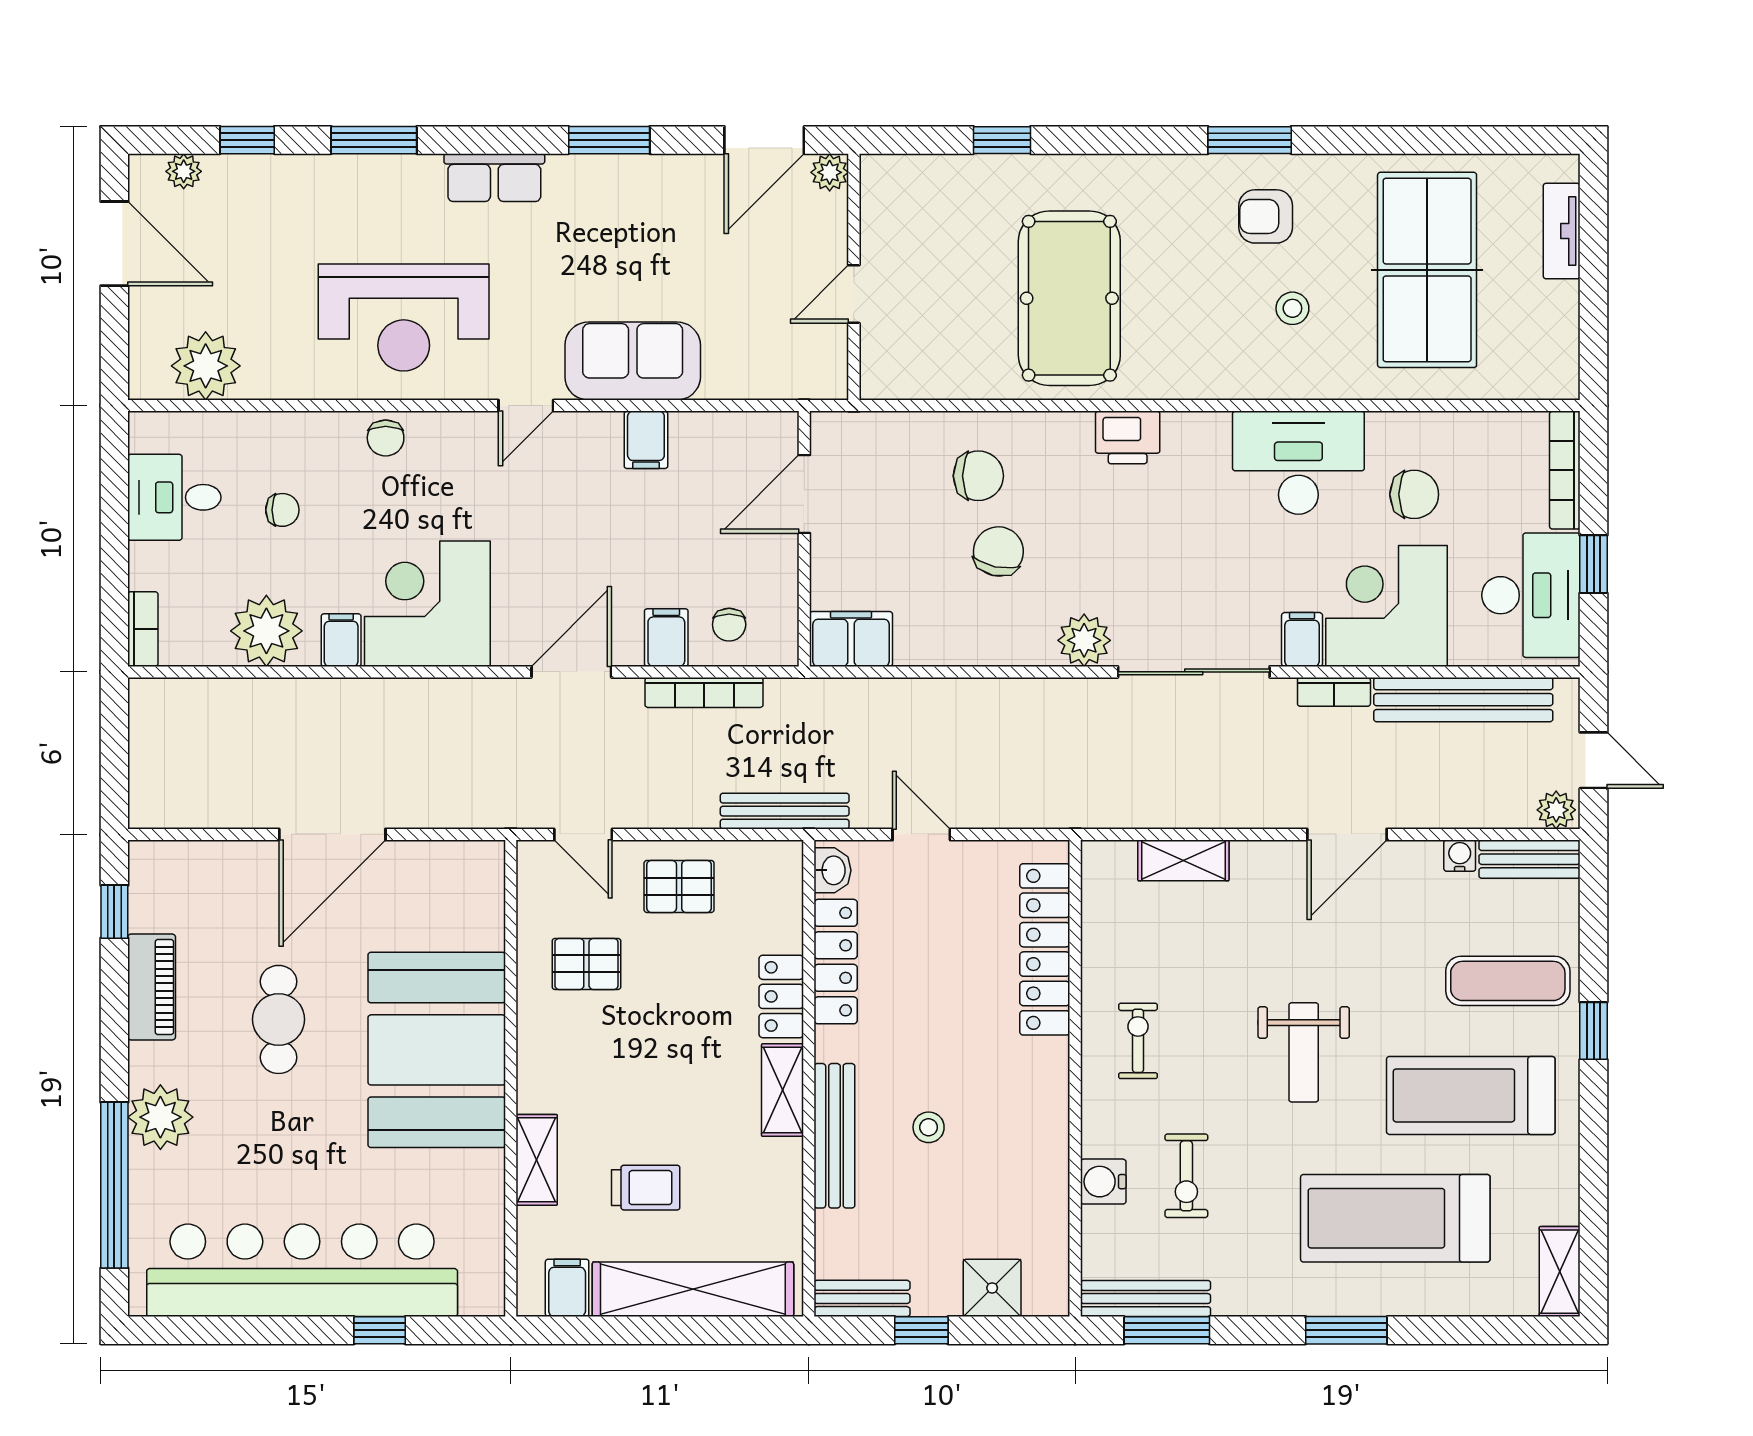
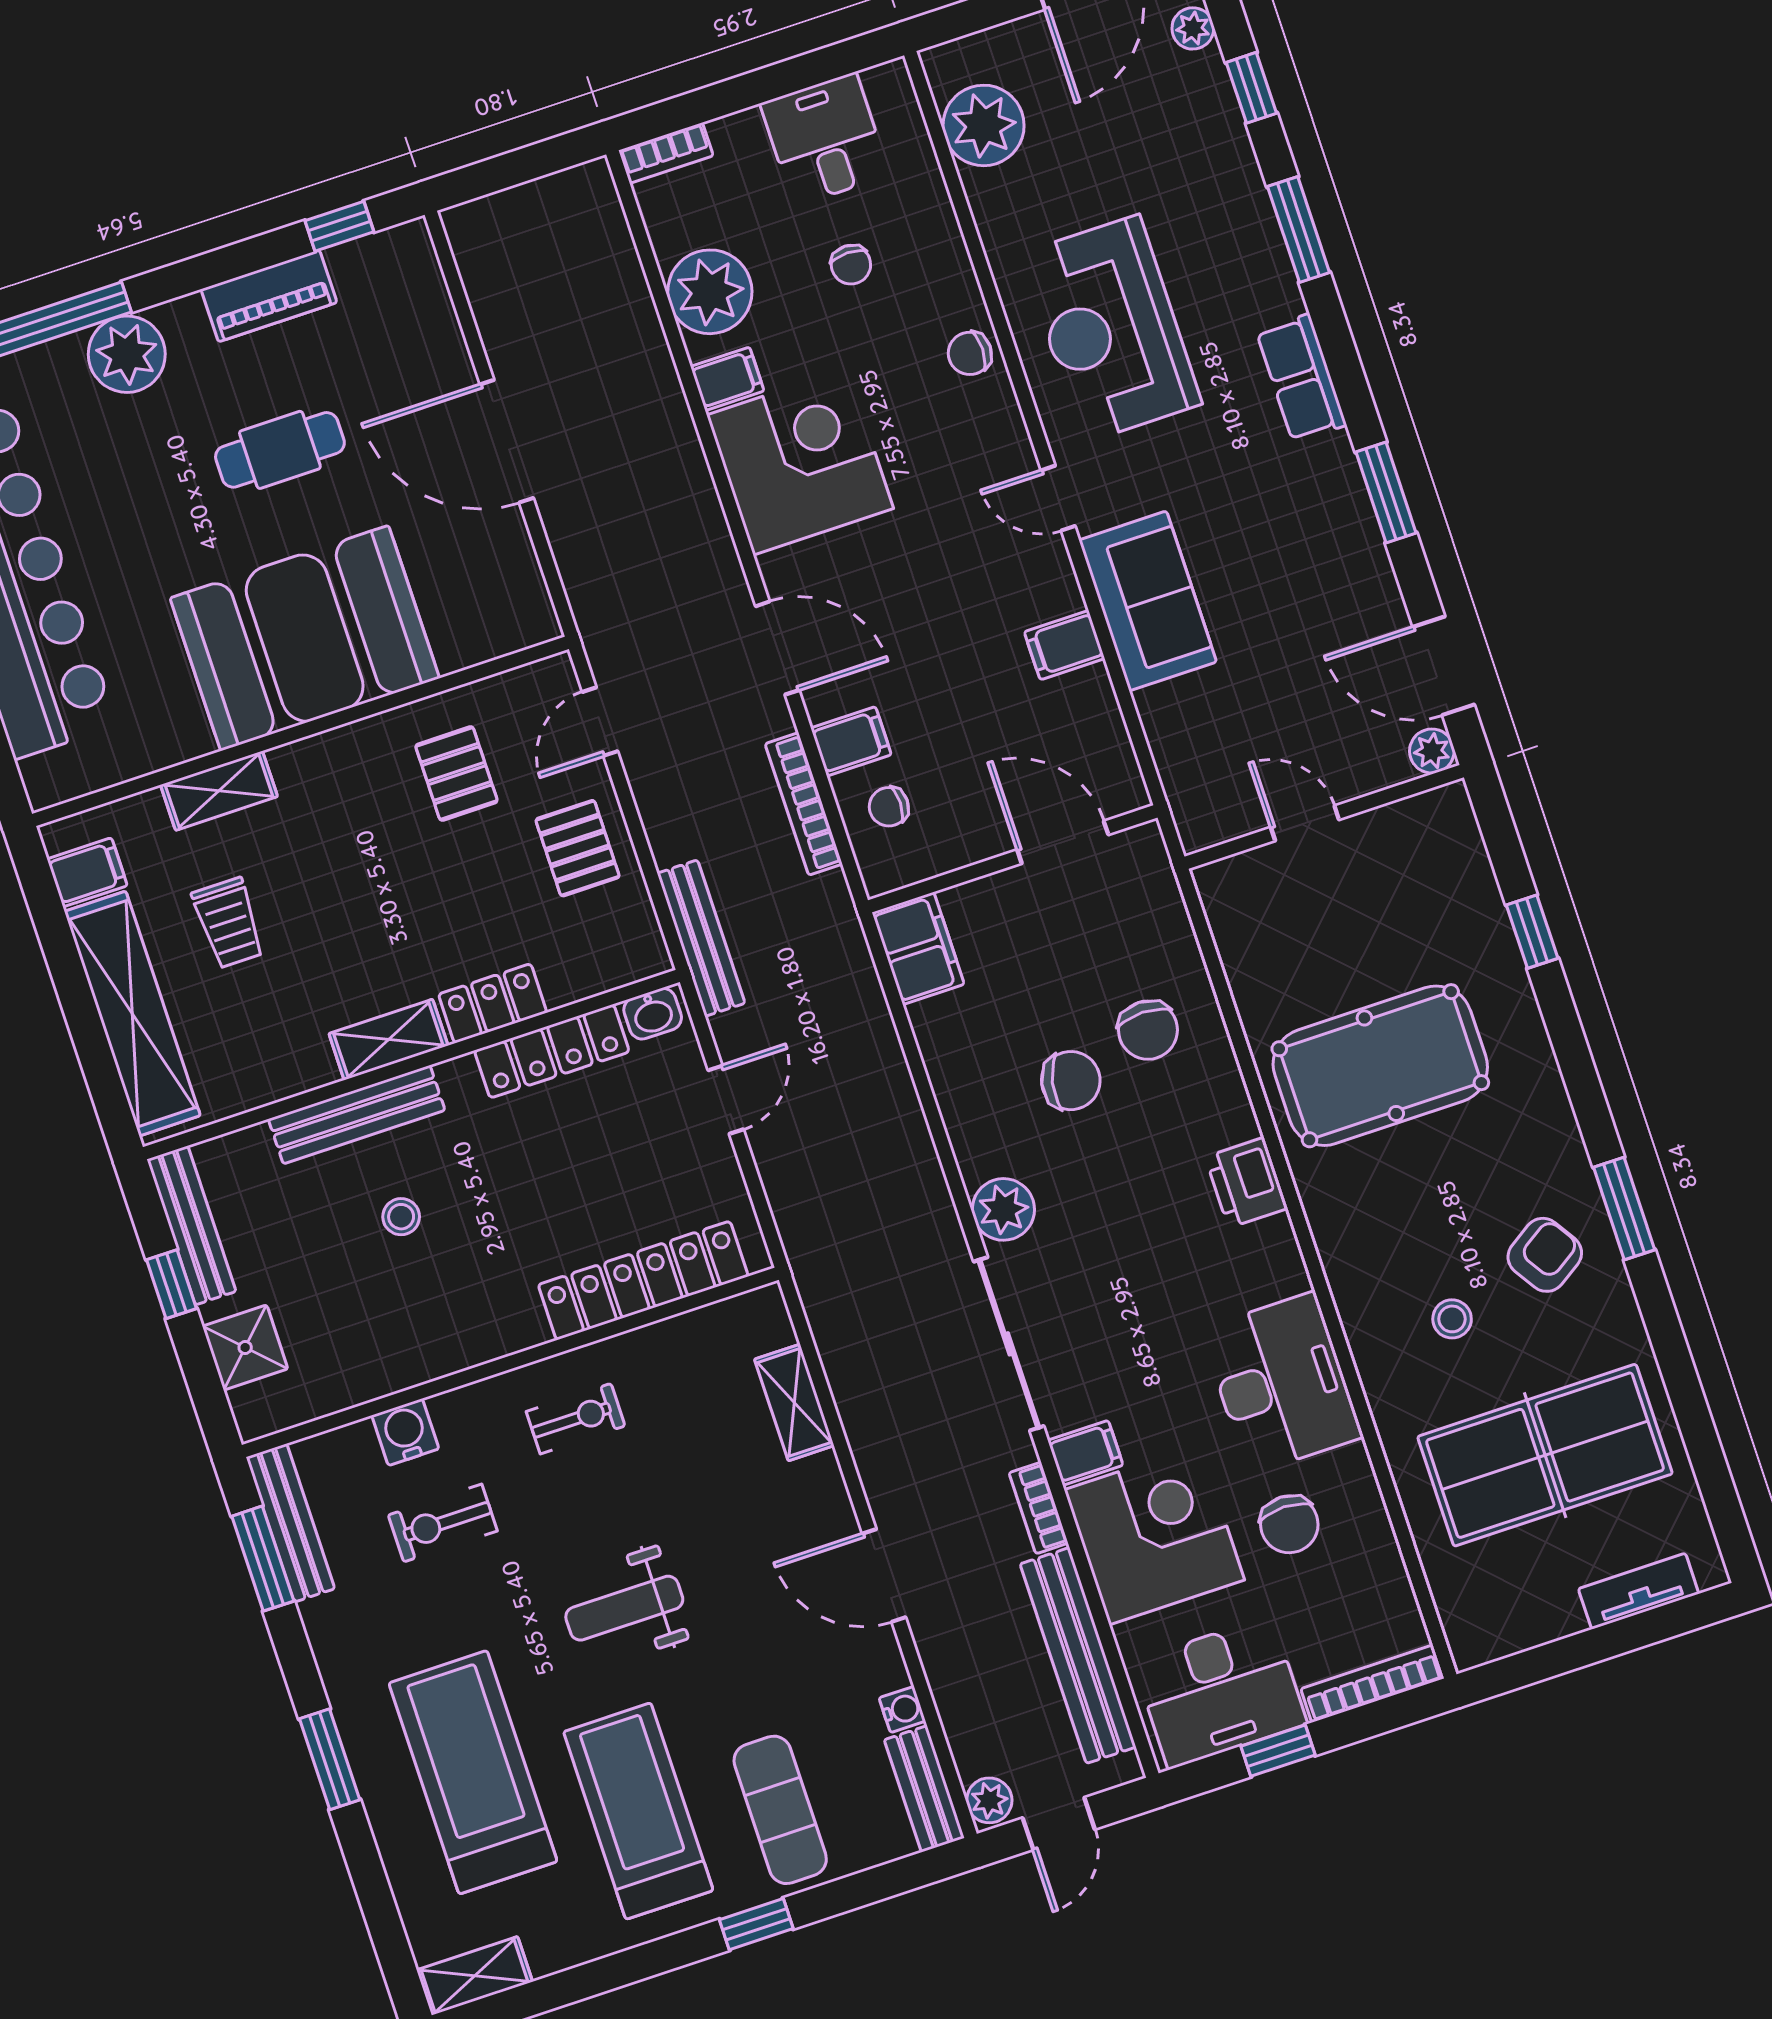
armchair: (1266, 216) -> (1545, 1255), turned 57
bench: (862, 1298) -> (191, 1225), width x1.36

